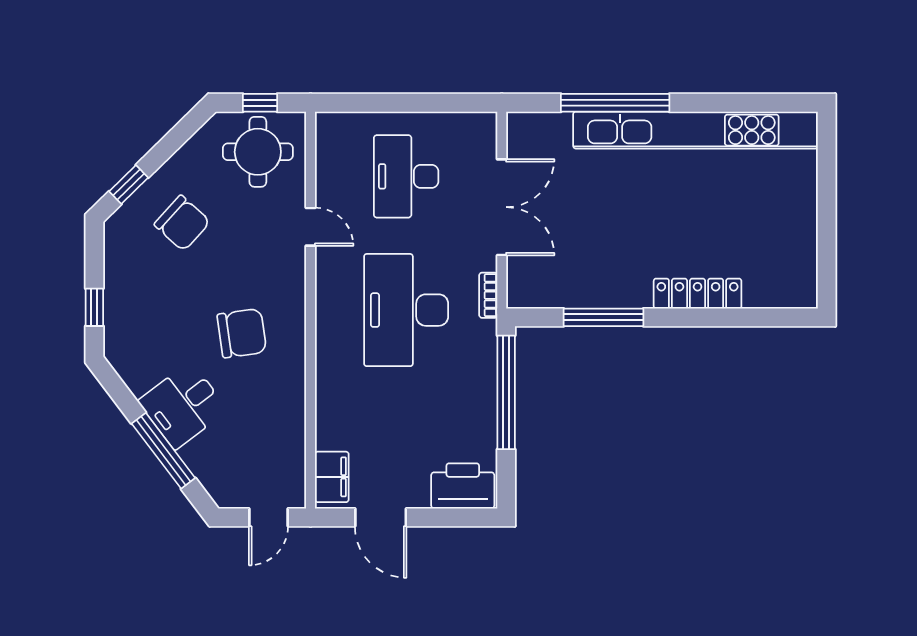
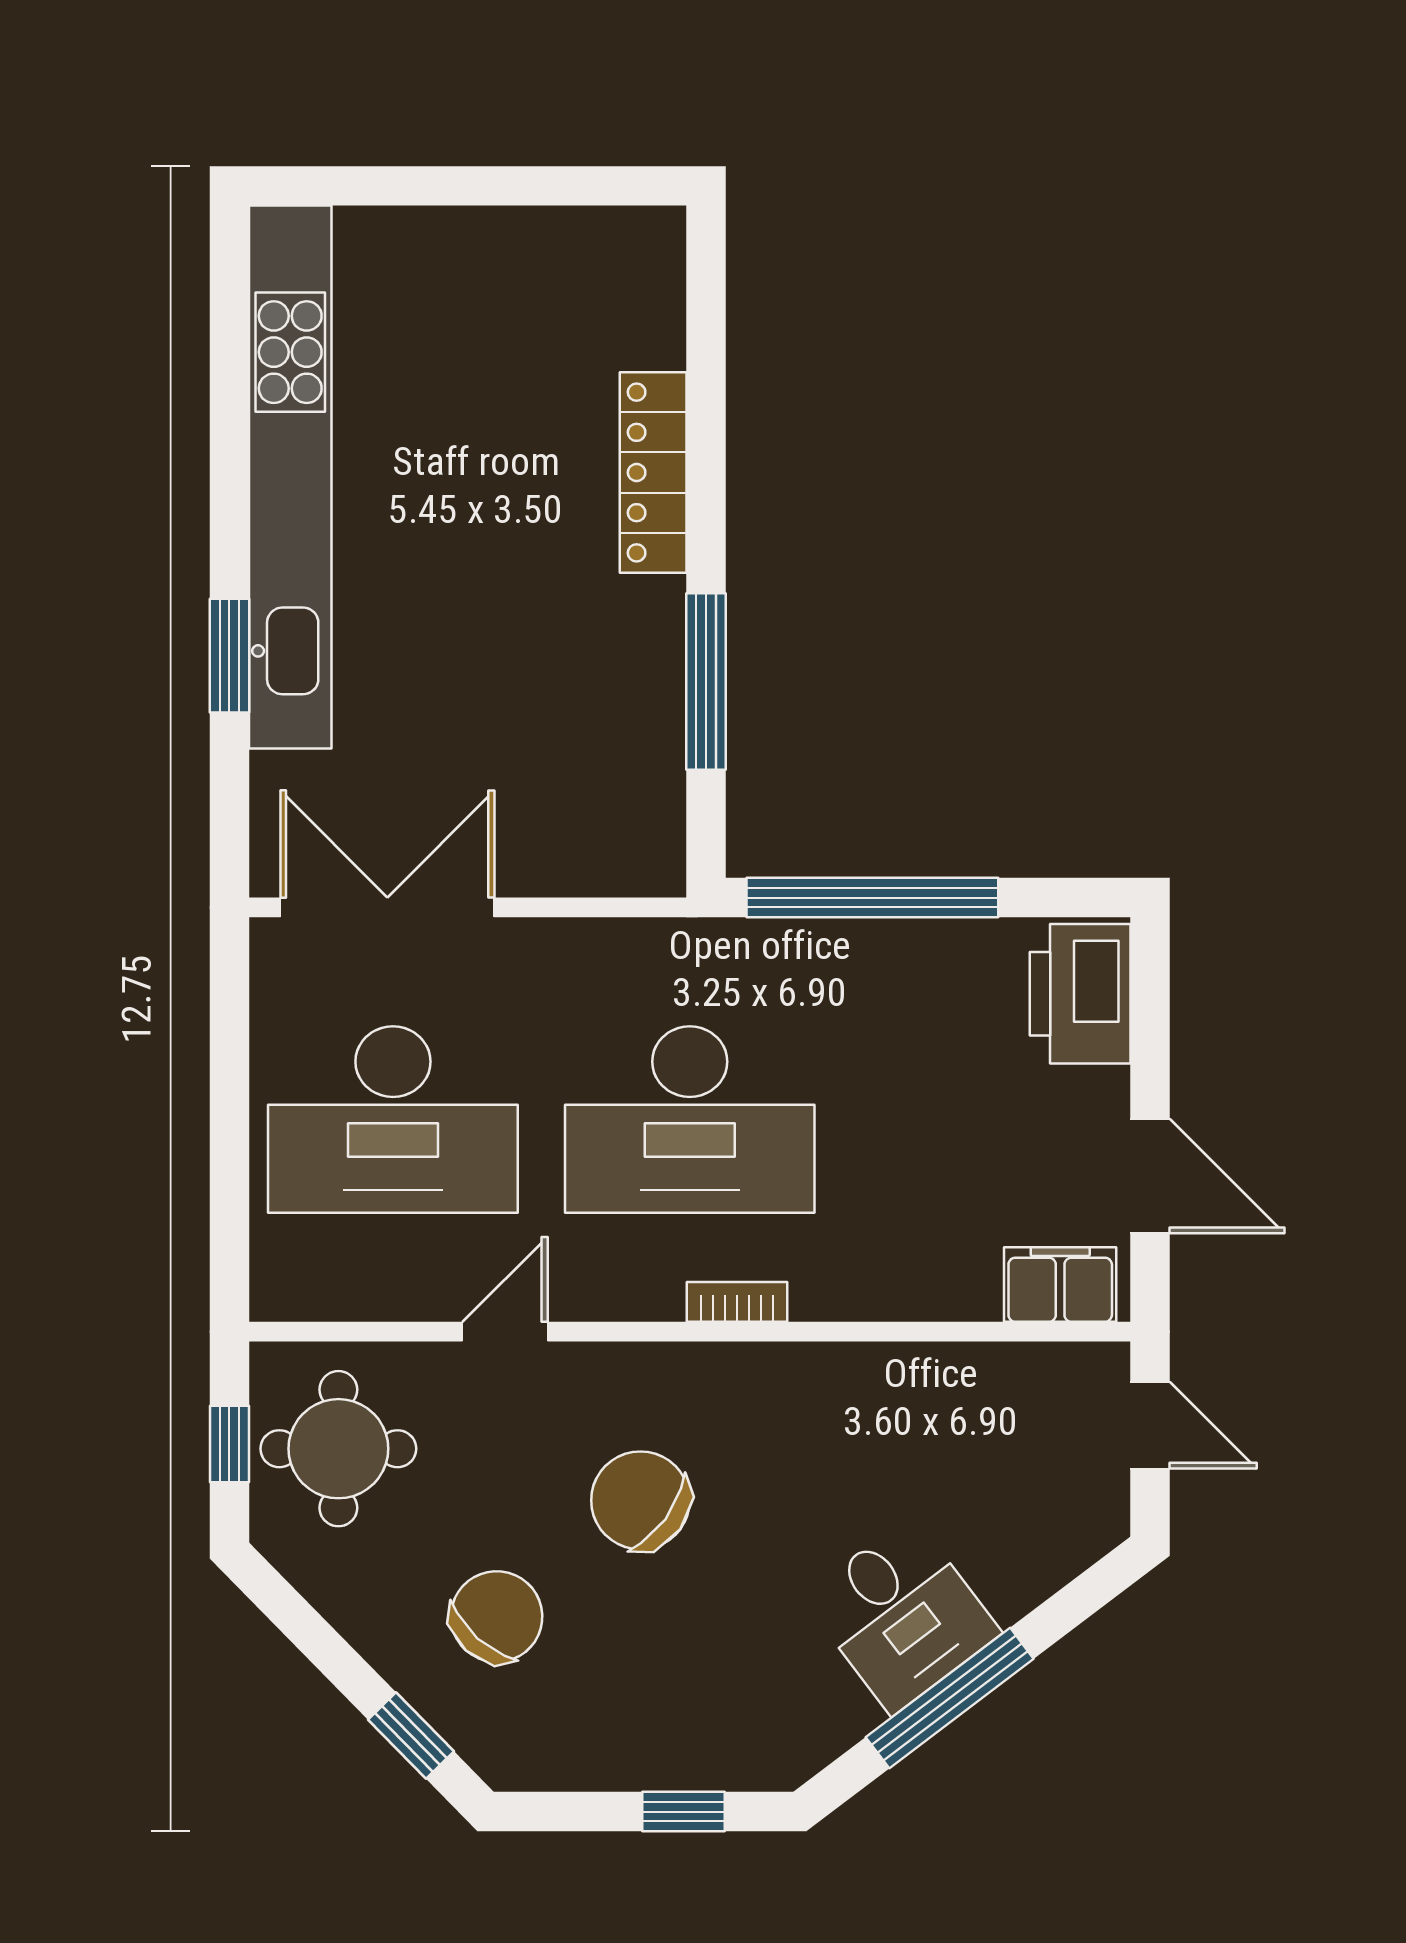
window: (615, 103) -> (229, 656), width x0.47
desk: (406, 176) -> (393, 1120), width x1.36, depth x1.30
double door: (502, 207) -> (387, 907), moved
bookcase: (488, 295) -> (737, 1302), moved, turned 180
chair: (242, 333) -> (640, 1500), moved, turned -46
window: (163, 451) -> (950, 1698), moved
door: (381, 517) -> (1150, 1176), hinge flipped

